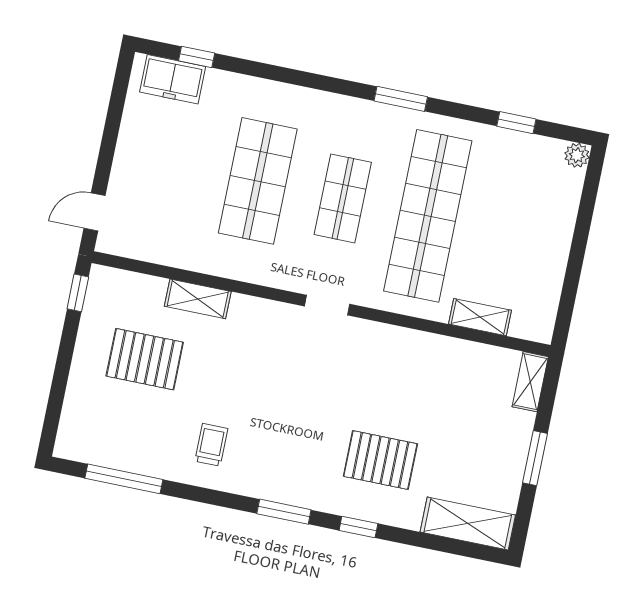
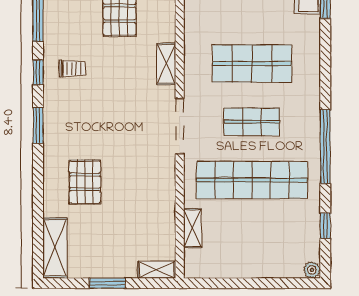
window: (401, 99) -> (325, 146), width x2.11
shelving: (198, 299) -> (166, 64), moved
doorway: (327, 305) -> (180, 126), width x1.88
window: (358, 527) -> (38, 72), moved

